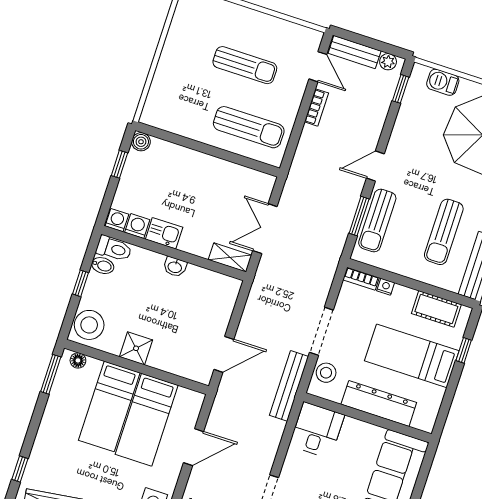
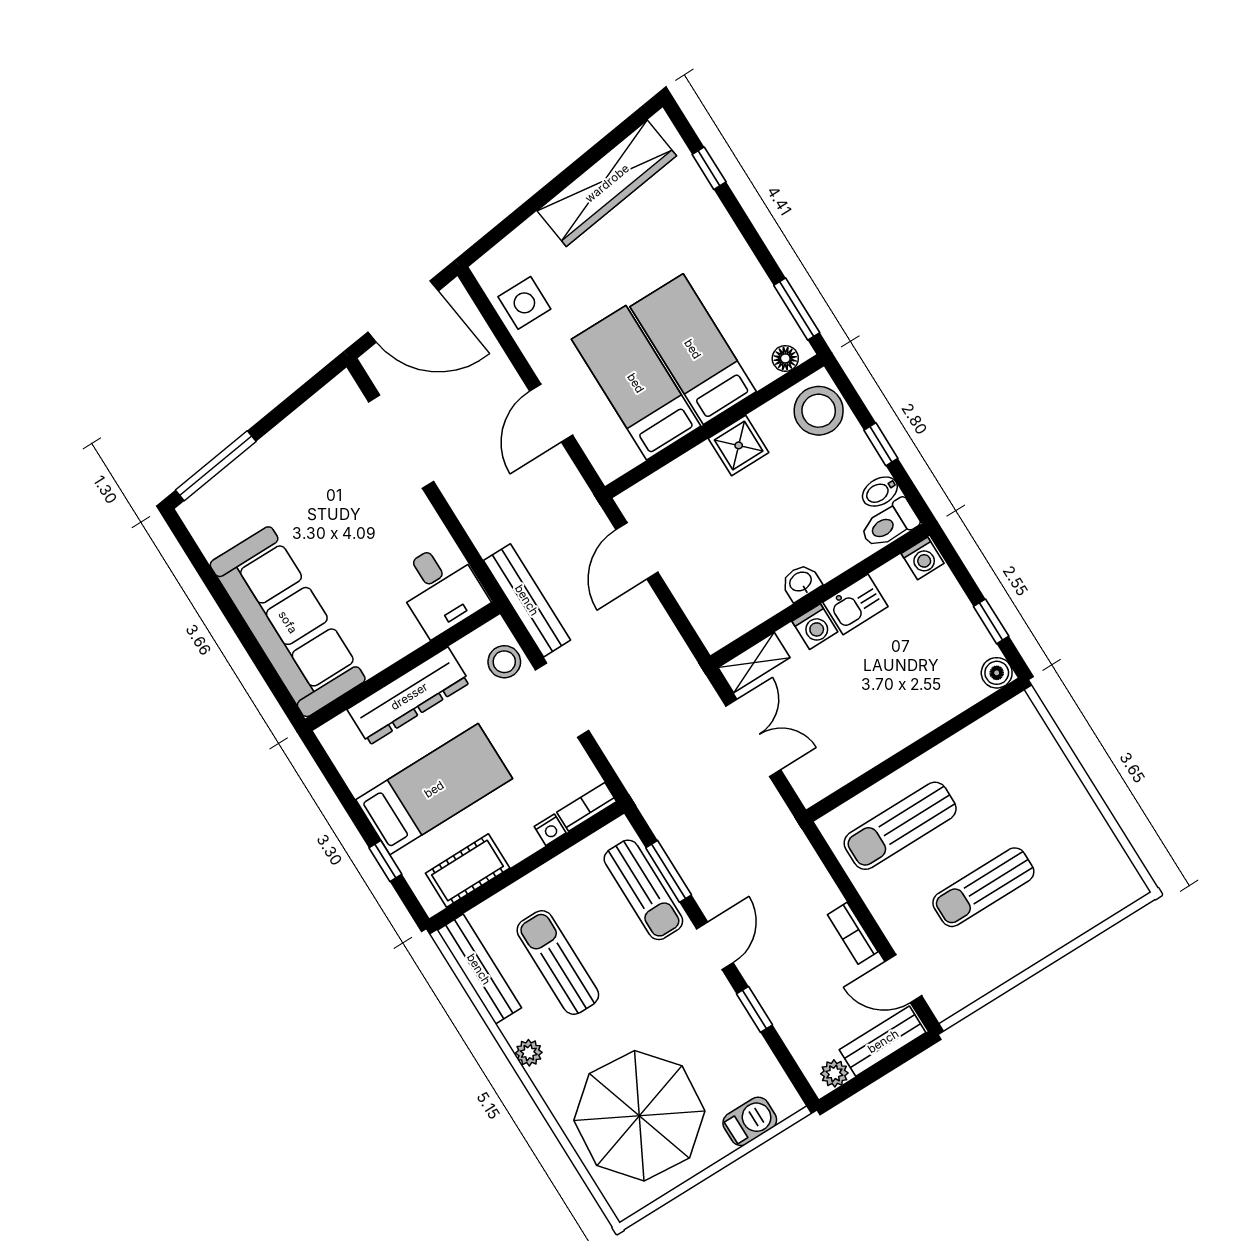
window: (401, 89) -> (754, 1009), moved
sun lounger: (377, 221) -> (643, 890), turned 180
washing machine: (137, 226) -> (815, 627), moved

